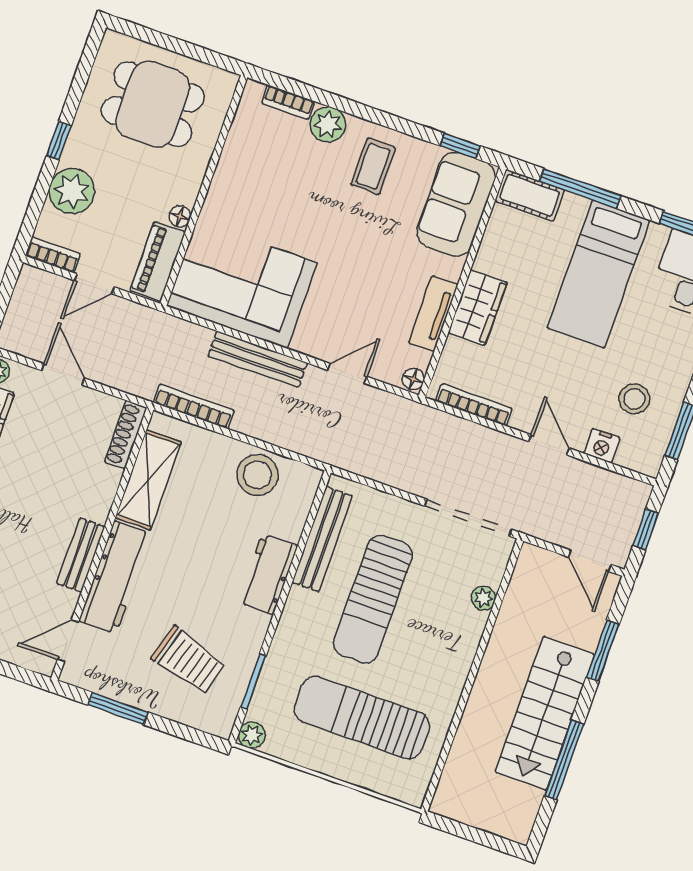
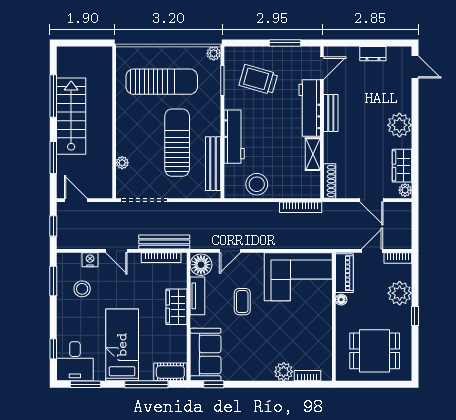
coffee table: (373, 166) -> (242, 302), moved
bench: (258, 359) -> (164, 242), moved
floor lamp: (413, 379) -> (201, 265), width x1.89, depth x1.89
shelving: (148, 480) -> (313, 154), width x0.67, depth x0.75
workbench: (268, 574) -> (234, 137), width x1.38

